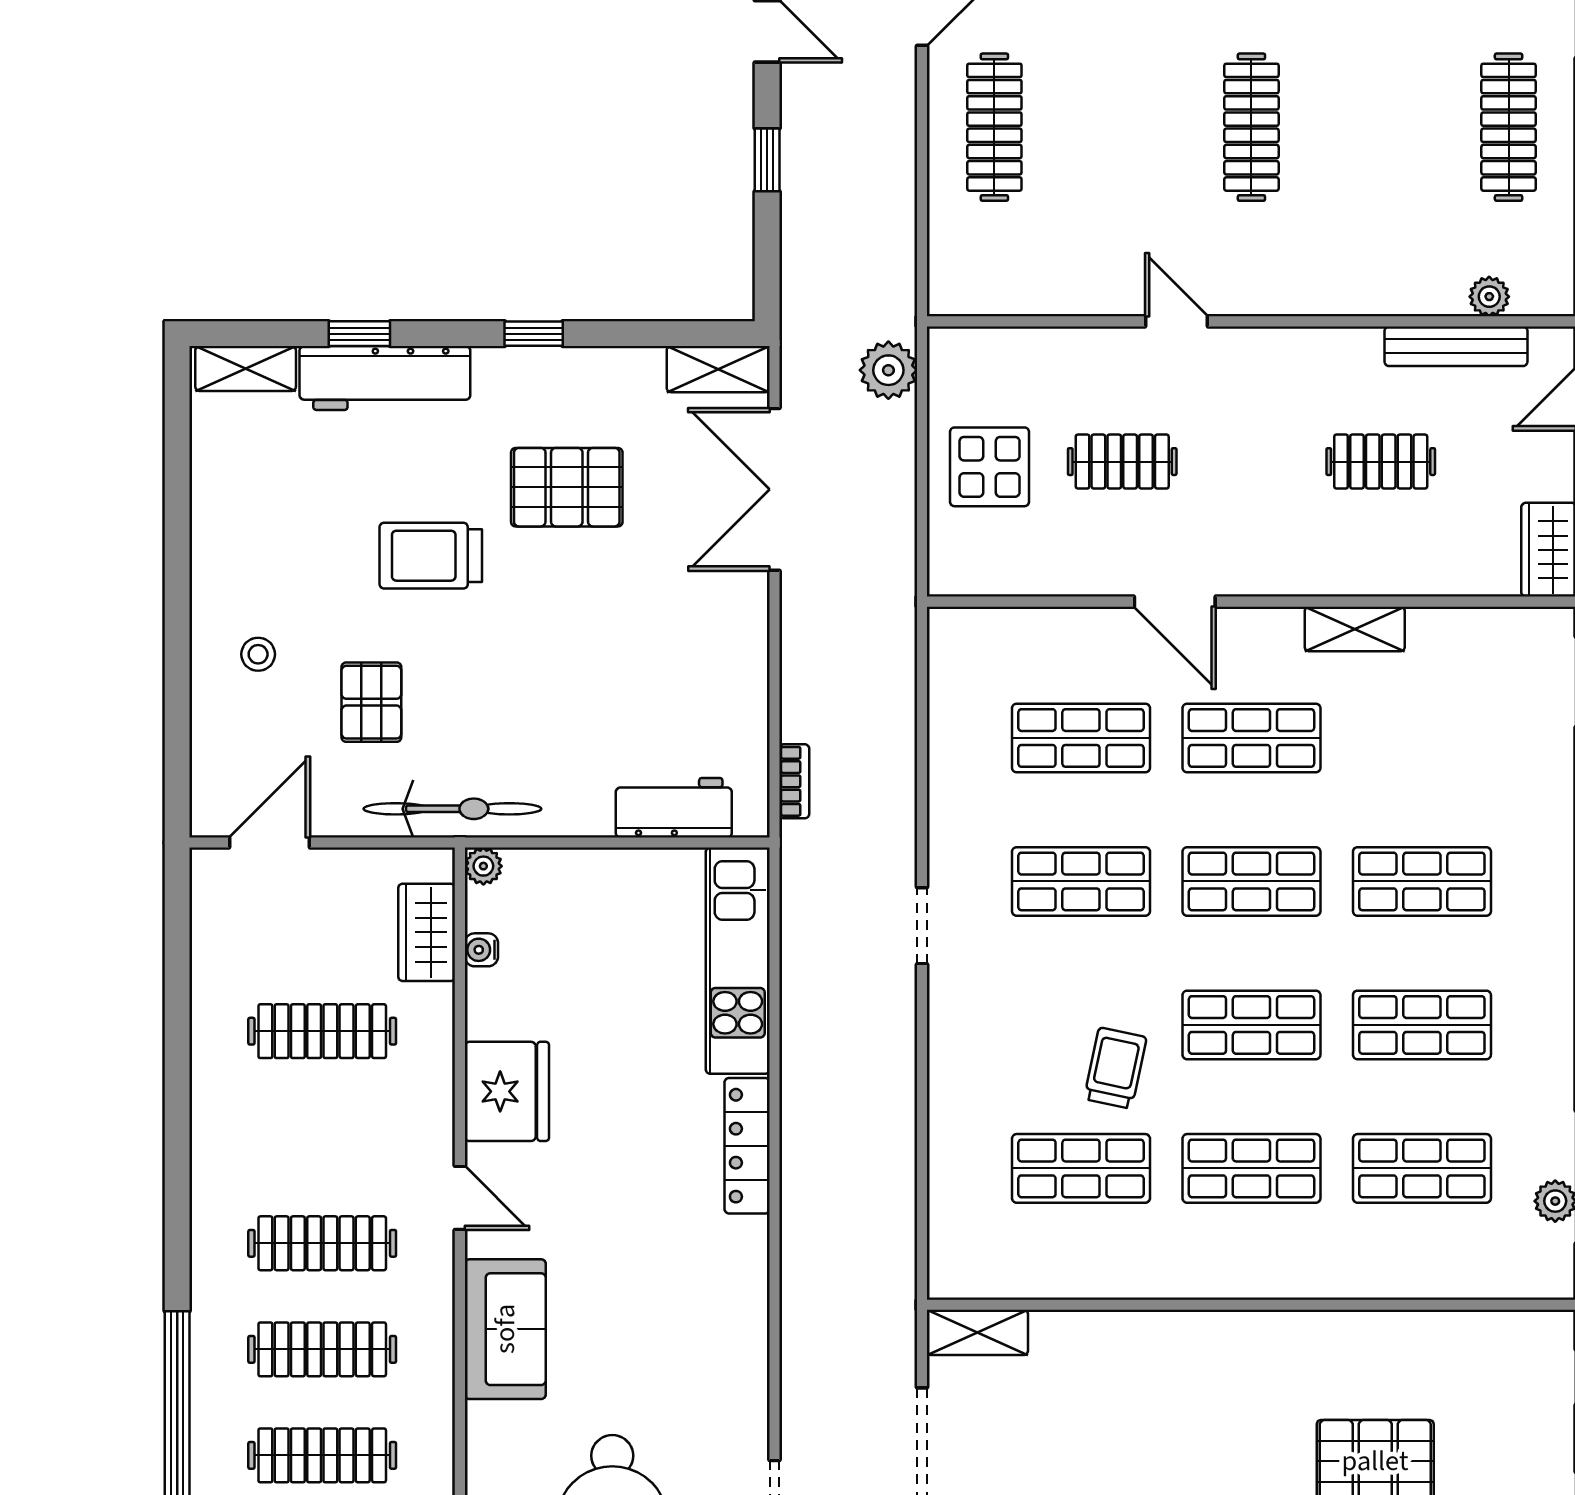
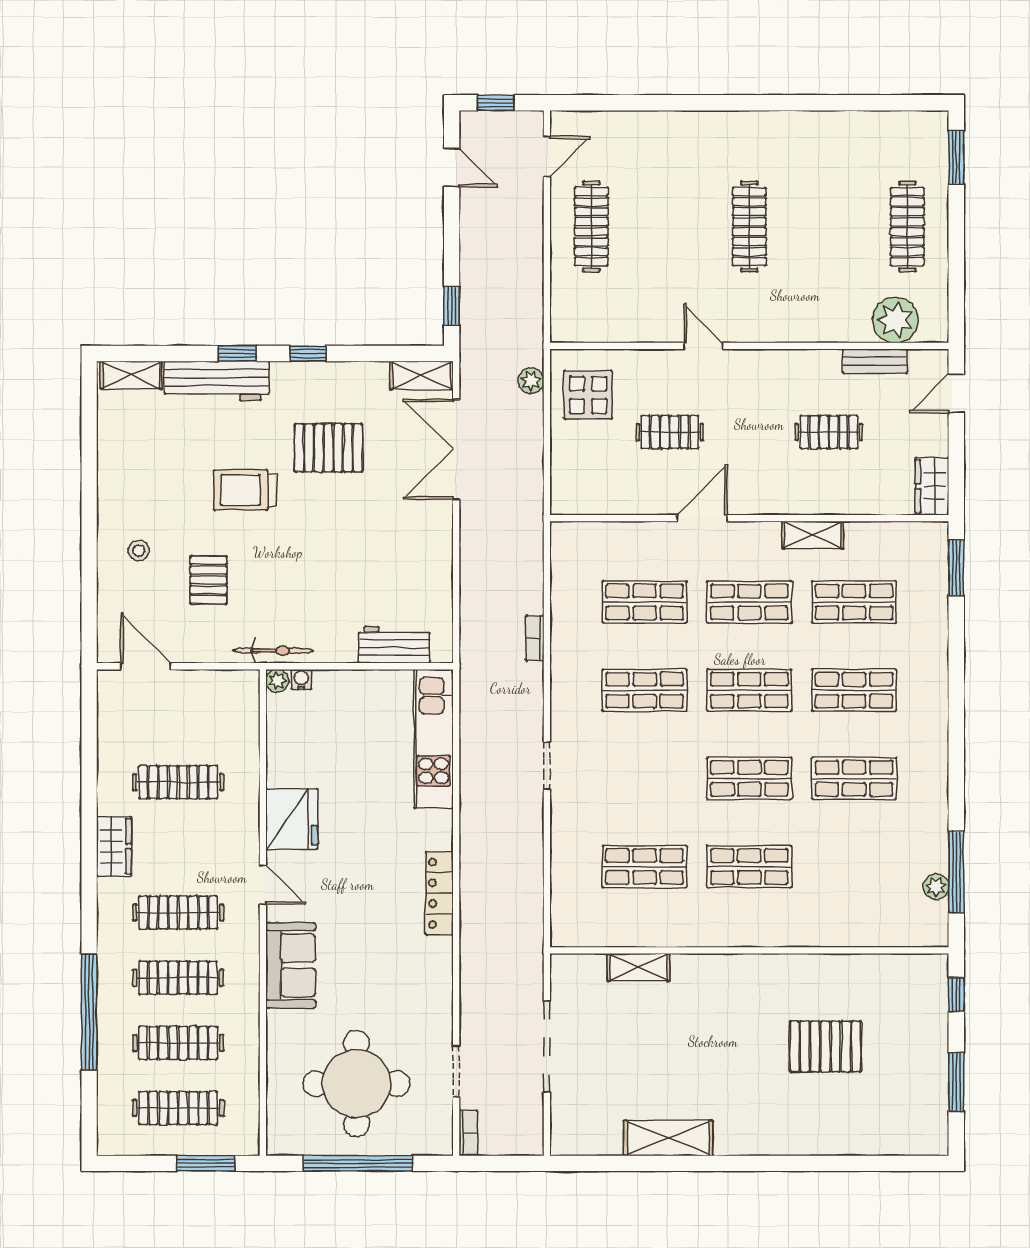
window: (767, 160) -> (452, 306), moved
plant: (1489, 297) -> (895, 320), width x1.88, depth x1.88
window: (359, 334) -> (237, 354), moved
bench: (1456, 346) -> (875, 361), width x0.73
plant: (888, 370) -> (531, 381), width x0.73, depth x0.73
display table: (990, 467) -> (588, 395), moved
door: (1175, 602) -> (702, 518), swing flipped
bookcase: (794, 781) -> (535, 638), moved, turned 180
bicycle: (452, 809) -> (273, 651), width x0.73, depth x0.71
door: (269, 843) -> (146, 666), hinge flipped
doorway: (922, 926) -> (547, 766), moved
wardrobe: (427, 932) -> (114, 846), moved, turned 180
water cooler: (481, 950) -> (301, 679), moved, turned 90
trolley: (1115, 1068) -> (666, 805), removed
locker: (747, 1146) -> (439, 893), moved
shop shelf: (1422, 1168) -> (854, 602), moved
shelving: (977, 1332) -> (638, 967), moved

